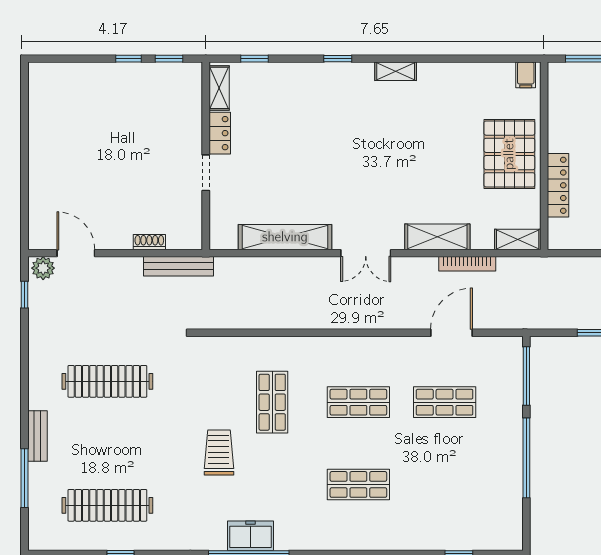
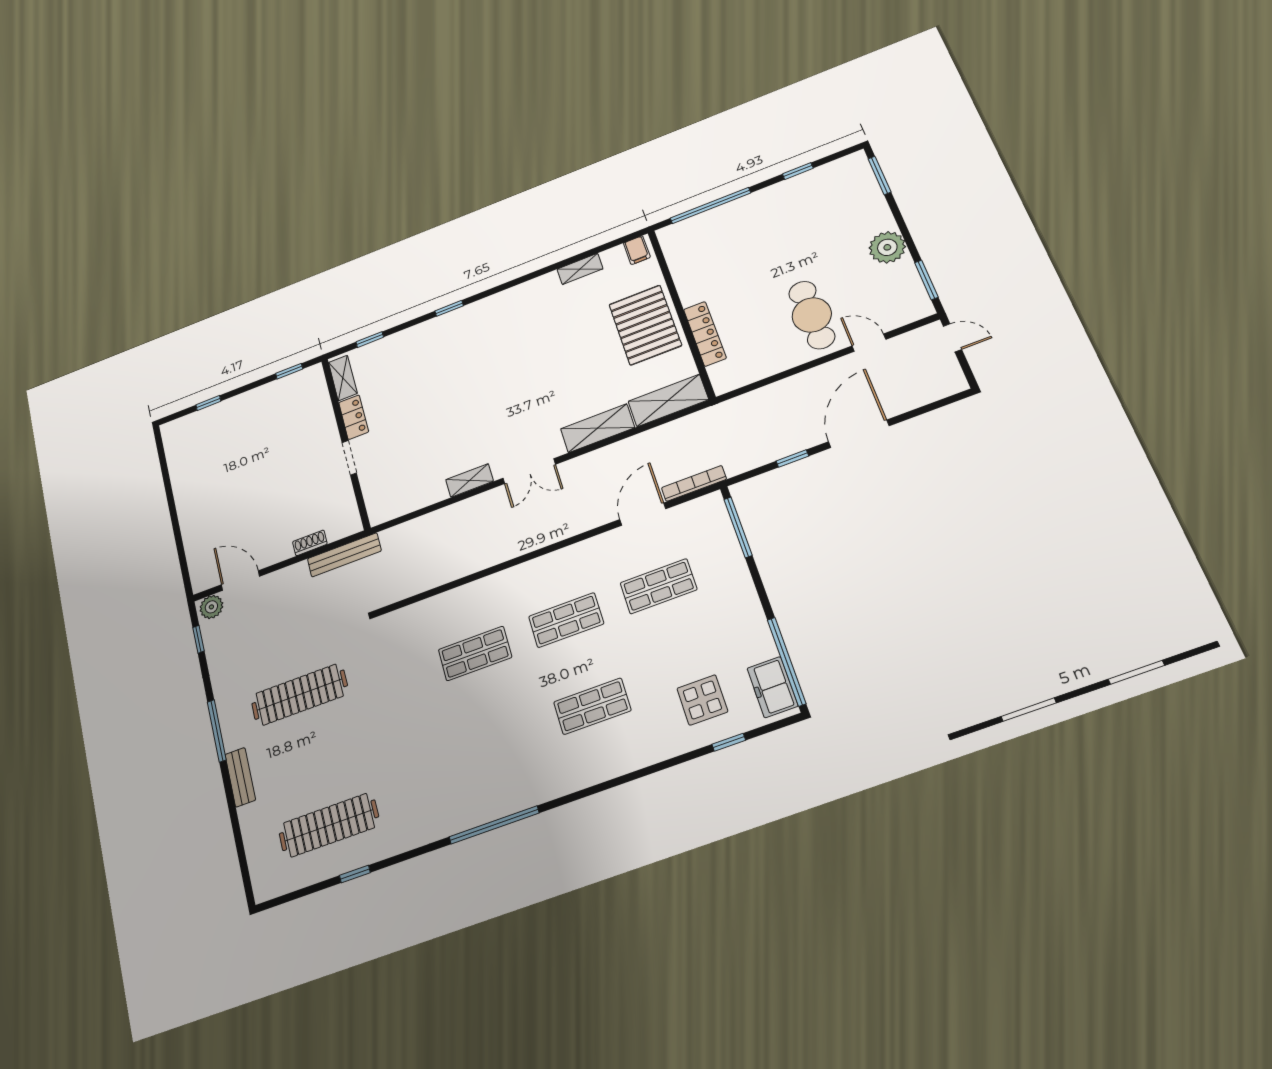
window: (128, 59) -> (208, 403), moved
shelving: (396, 71) -> (580, 269), moved
shelving: (285, 237) -> (470, 480), width x0.45, depth x0.75
shelving: (518, 239) -> (668, 400), width x1.50, depth x1.33
bookcase: (467, 264) -> (694, 483), moved, turned 180
shop shelf: (272, 402) -> (475, 653), turned 90
trolley: (219, 452) -> (433, 726), removed
window: (526, 458) -> (787, 662), moved
window: (24, 478) -> (217, 731), moved
display table: (449, 512) -> (702, 700), added
freezer: (250, 536) -> (772, 687), moved, turned -90

